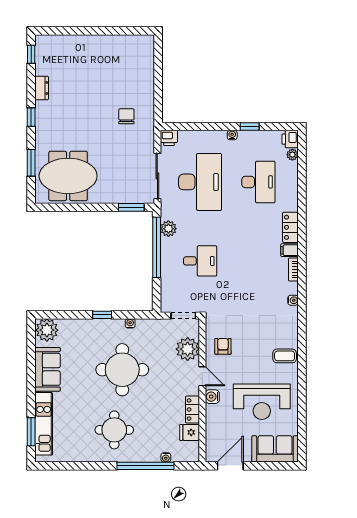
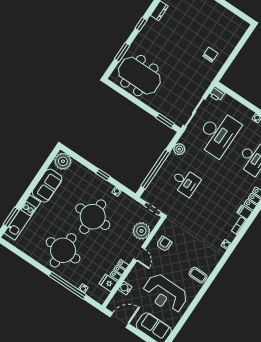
chair: (126, 116) -> (210, 55), moved
window: (157, 247) -> (155, 169), moved
water cooler: (212, 397) -> (125, 288), moved
round table: (114, 430) -> (63, 250), width x1.36, depth x1.36

